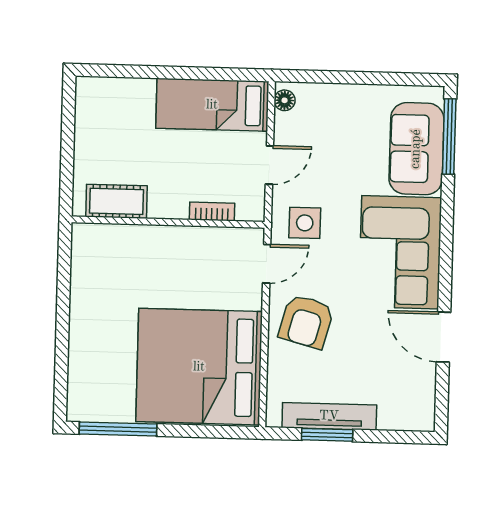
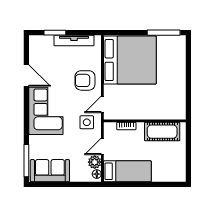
plant: (289, 129) -> (95, 162), added
sofa: (416, 149) -> (50, 171), moved, turned -90
cot: (117, 201) -> (162, 132), width x1.37, depth x1.34
armchair: (306, 321) -> (85, 80), turned -105
window: (327, 435) -> (55, 33), moved

